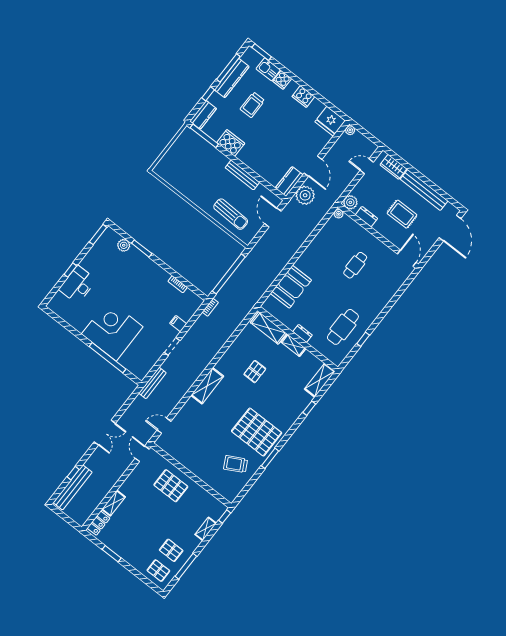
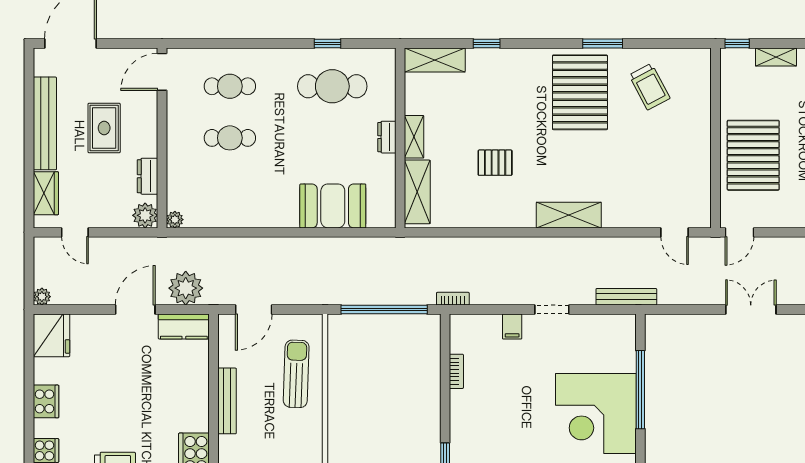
cafe table: (378, 283) -> (230, 86), added
pallet: (171, 486) -> (753, 155), width x1.37, depth x1.41

